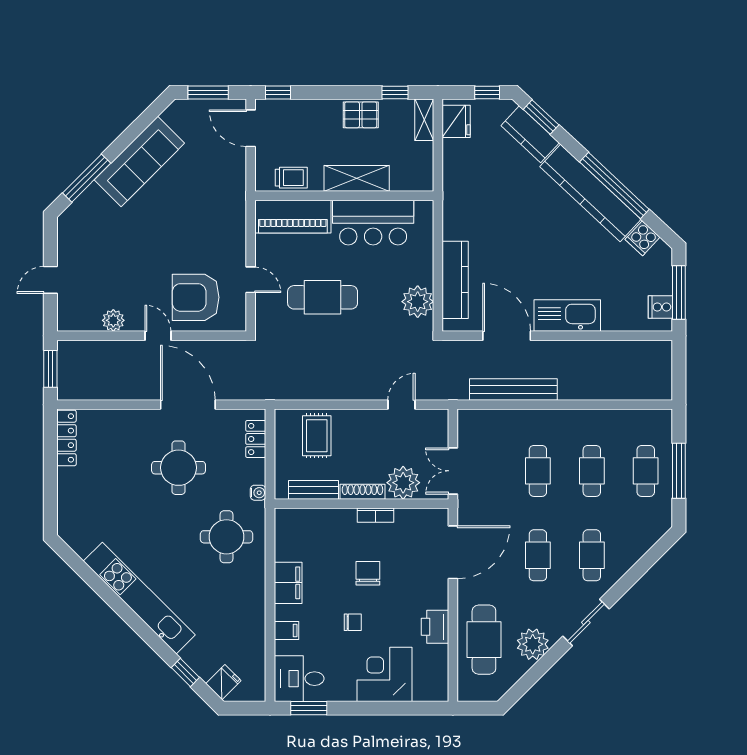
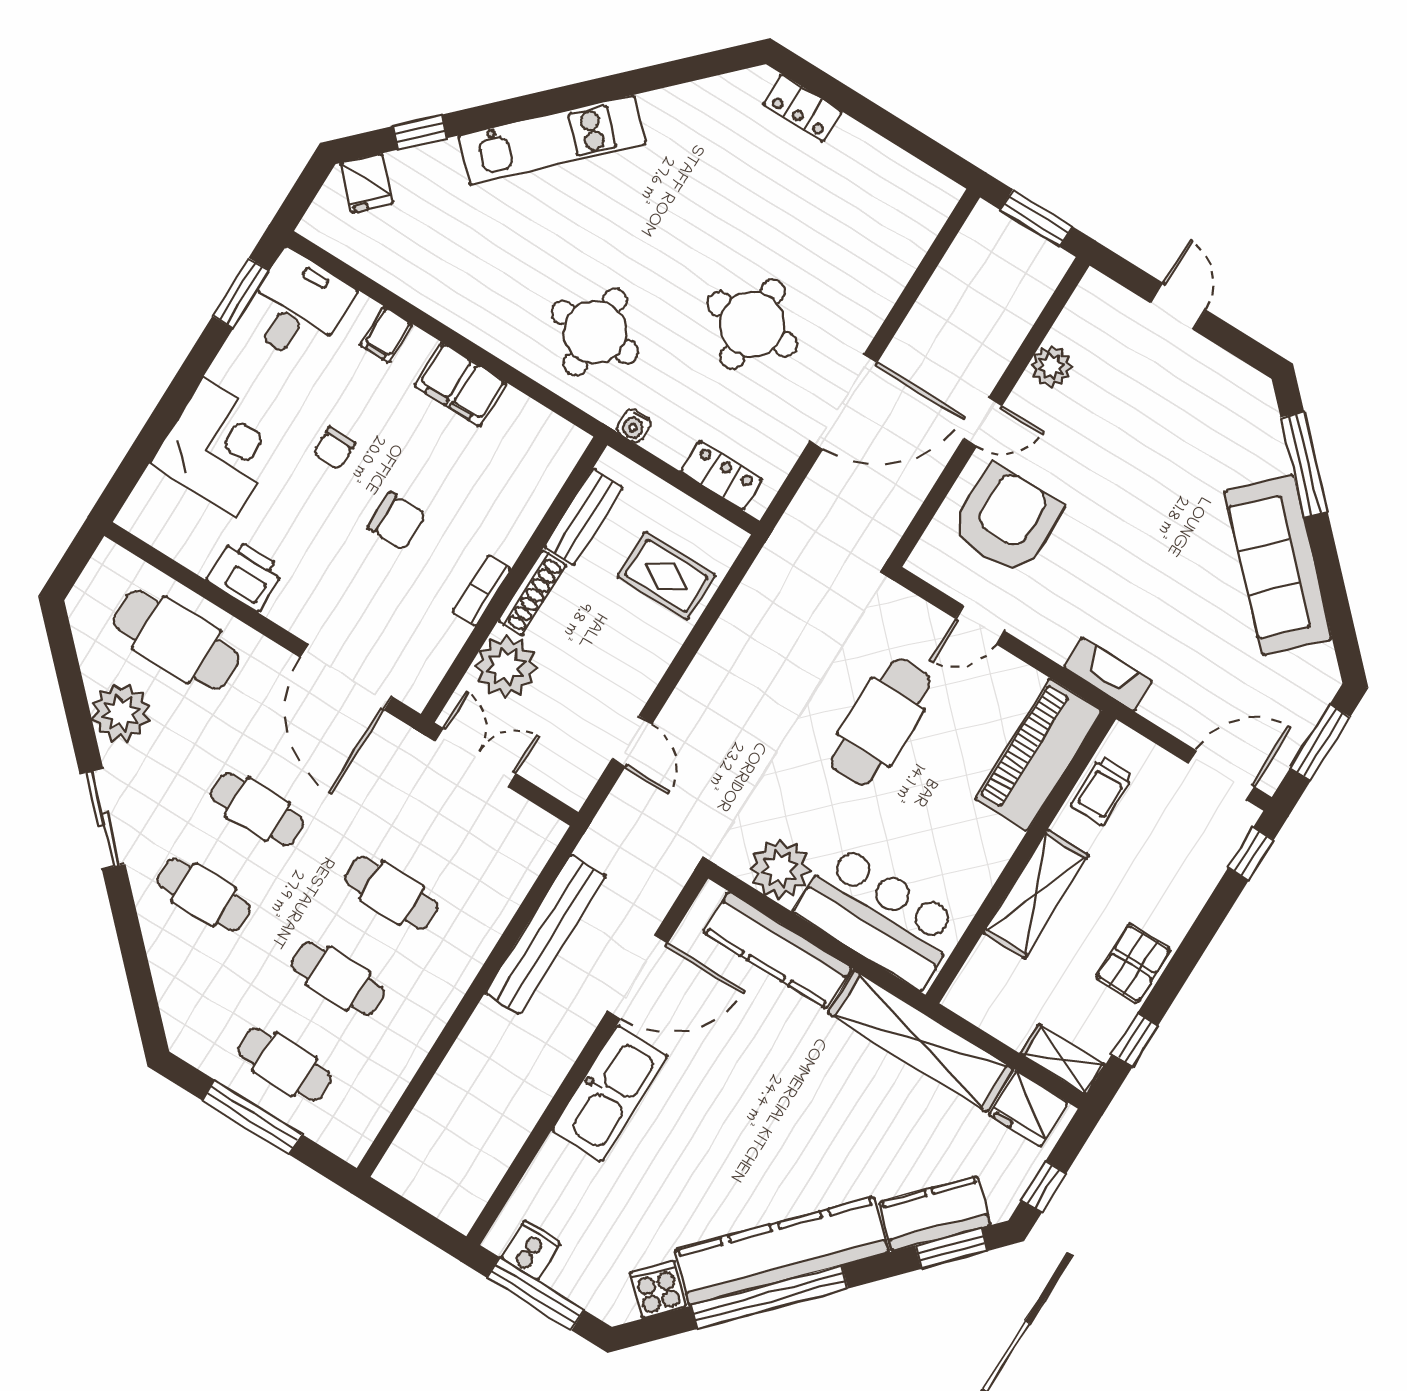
shelving: (456, 189) -> (921, 1041), added
fireplace: (237, 208) -> (1108, 674), added
bar counter: (373, 223) -> (879, 916), moved, turned 90
locker: (66, 438) -> (803, 108), moved, width x0.66
kitchen unit: (139, 598) -> (552, 140), width x0.73

